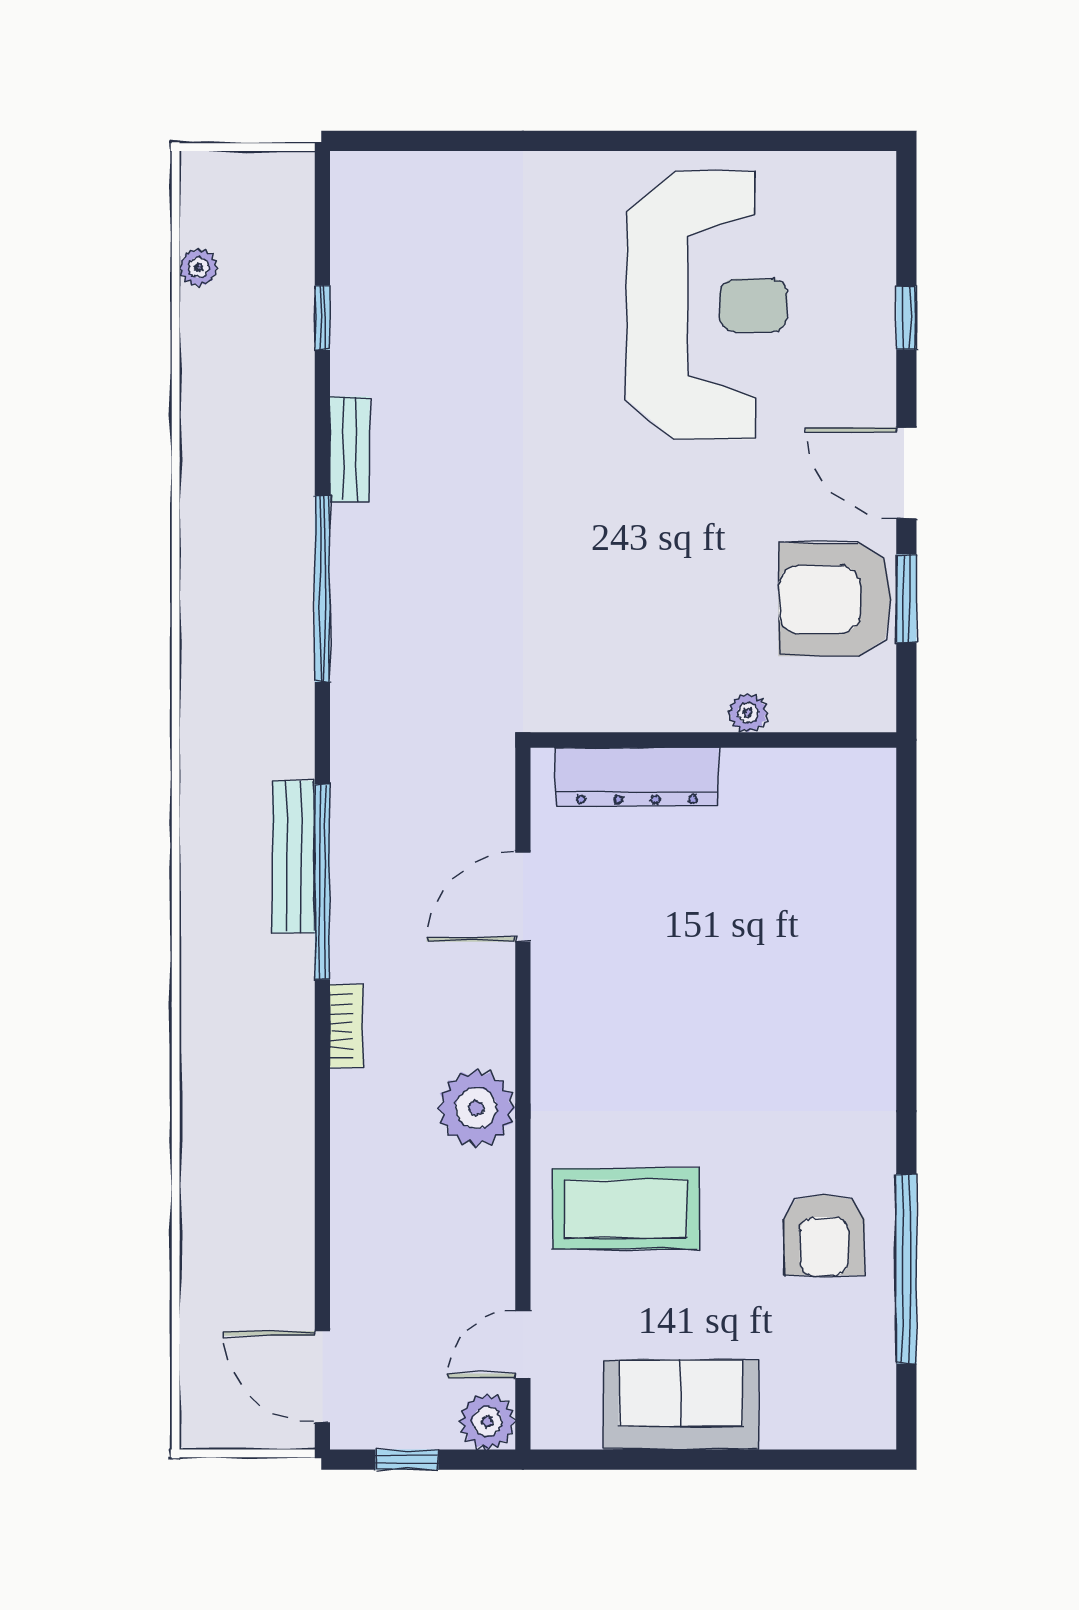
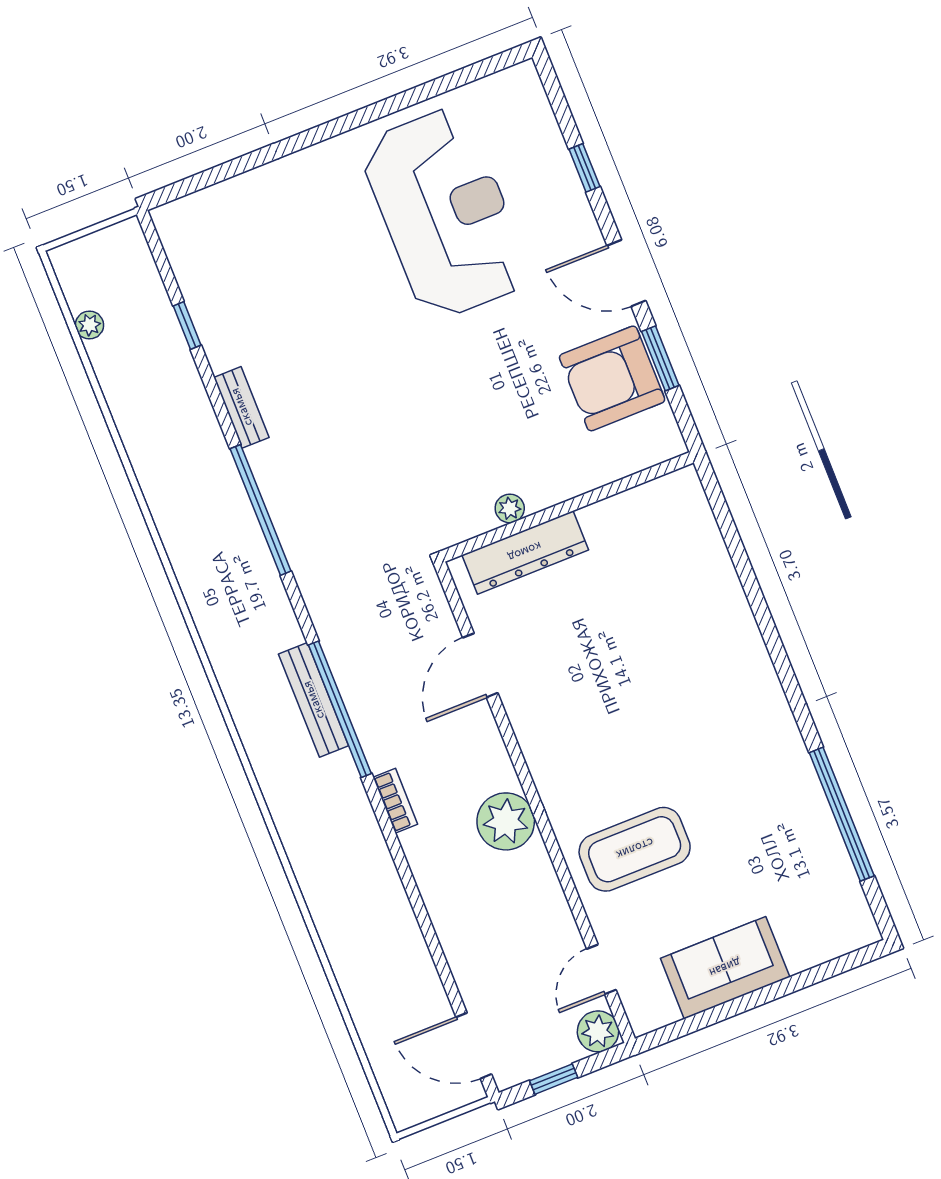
plant: (748, 713) -> (510, 508), moved
armchair: (824, 1235) -> (777, 813), removed

